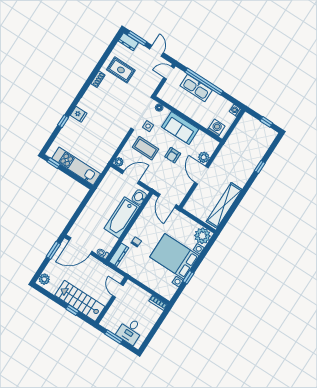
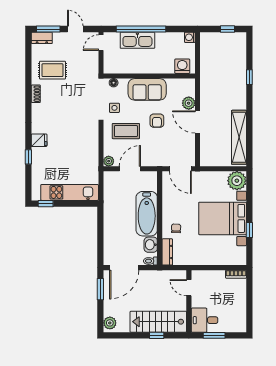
washbasin: (139, 197) -> (151, 245), moved
desk: (130, 331) -> (205, 320), moved, turned 90

